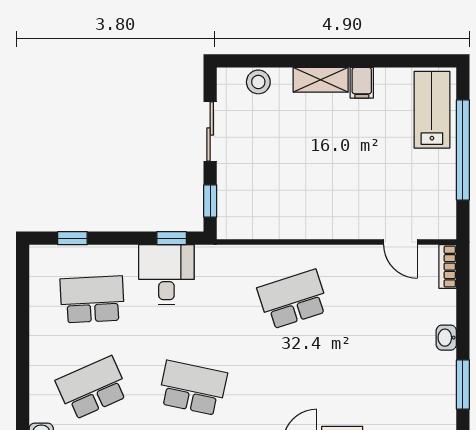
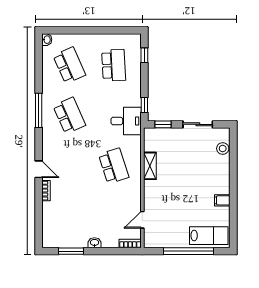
shelving: (321, 80) -> (150, 166), moved
desk: (166, 275) -> (126, 121), moved
school desk: (193, 388) -> (69, 116), turned -36

